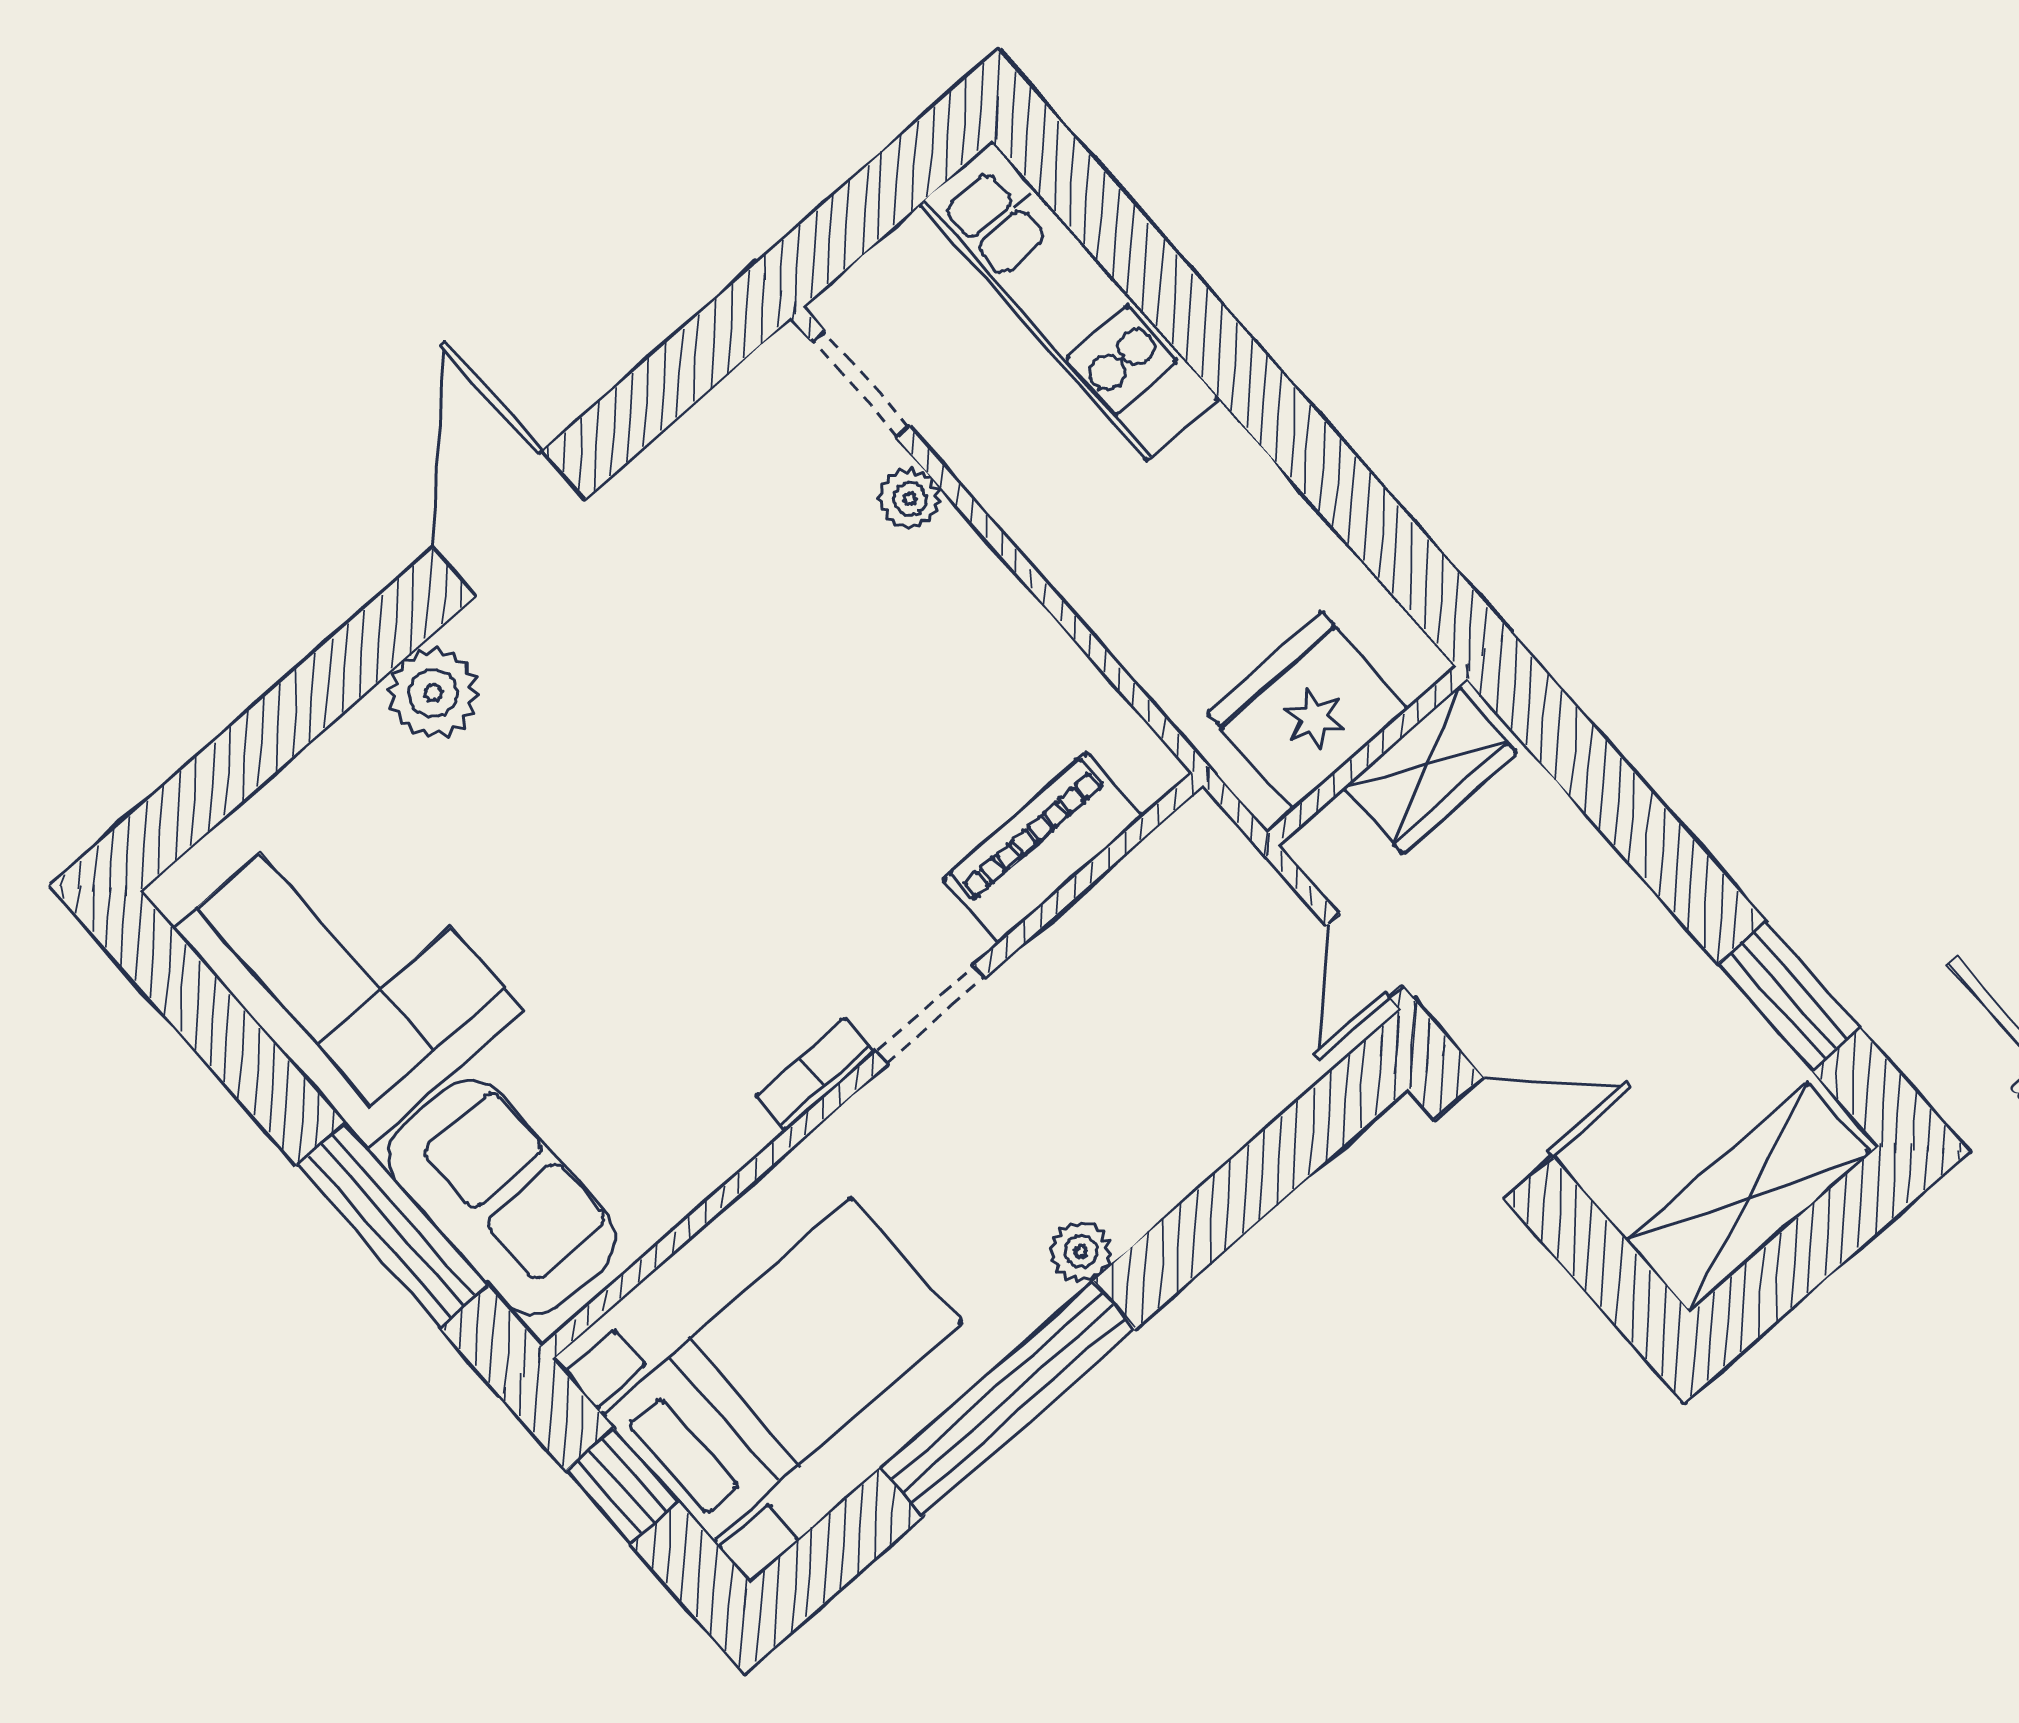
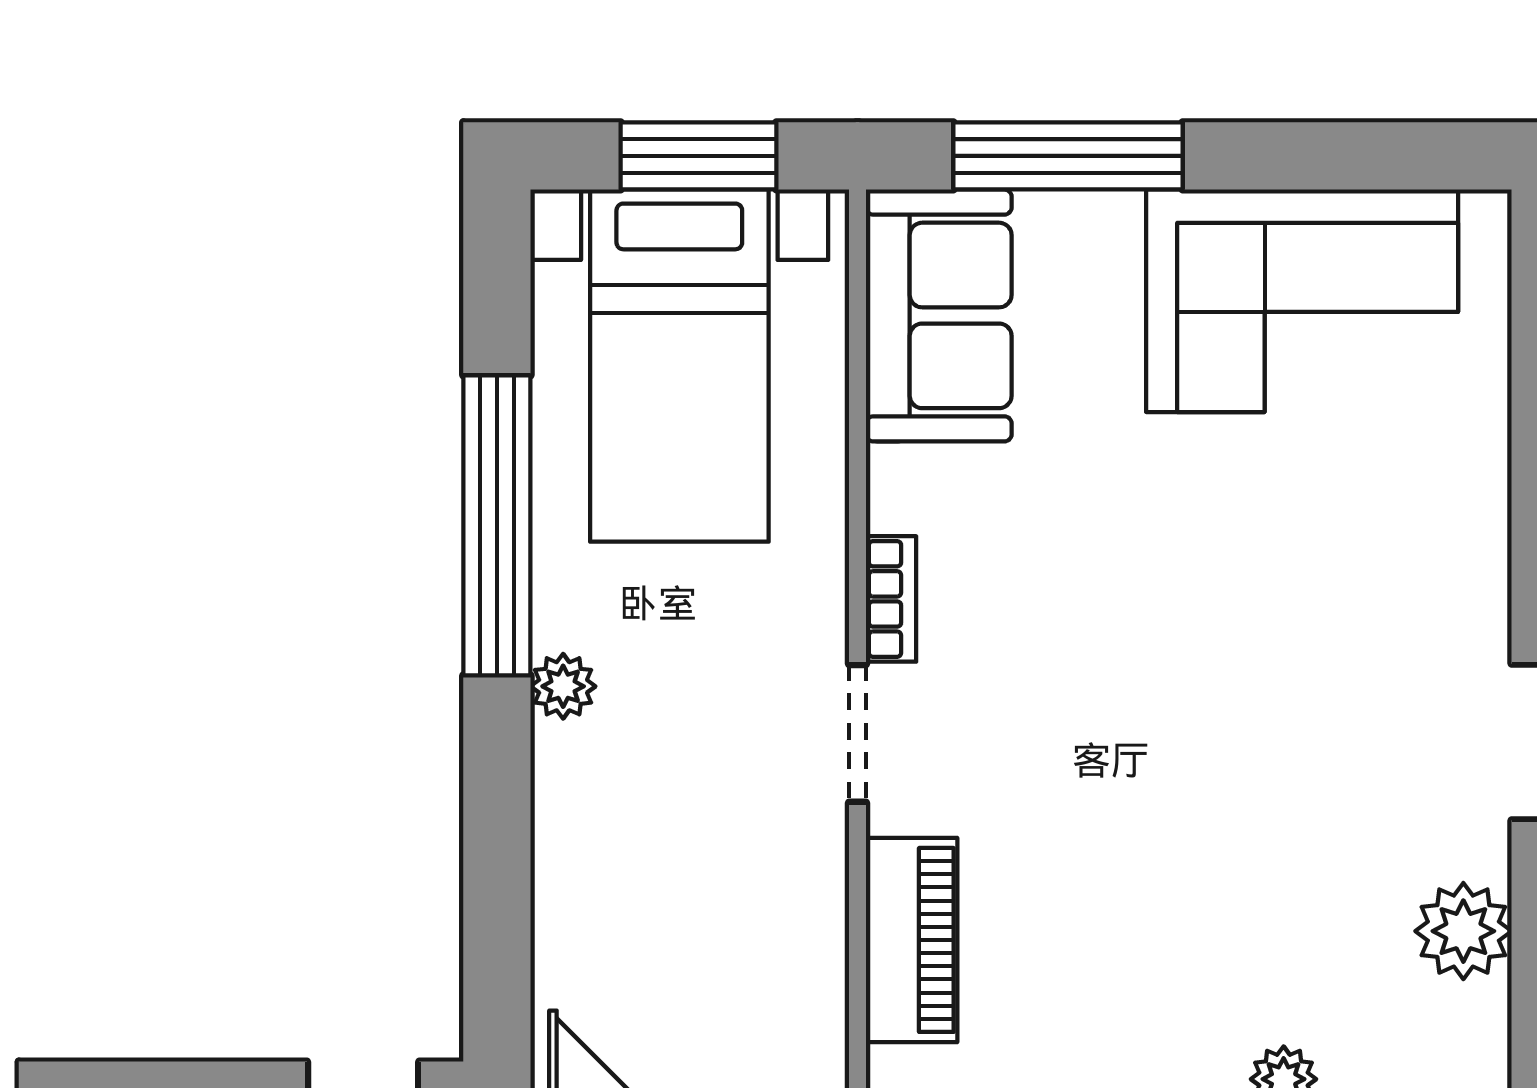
plant: (433, 693) -> (1463, 931), moved
sofa: (501, 1198) -> (939, 315), moved, turned -90
window: (622, 1486) -> (699, 156), width x1.50

